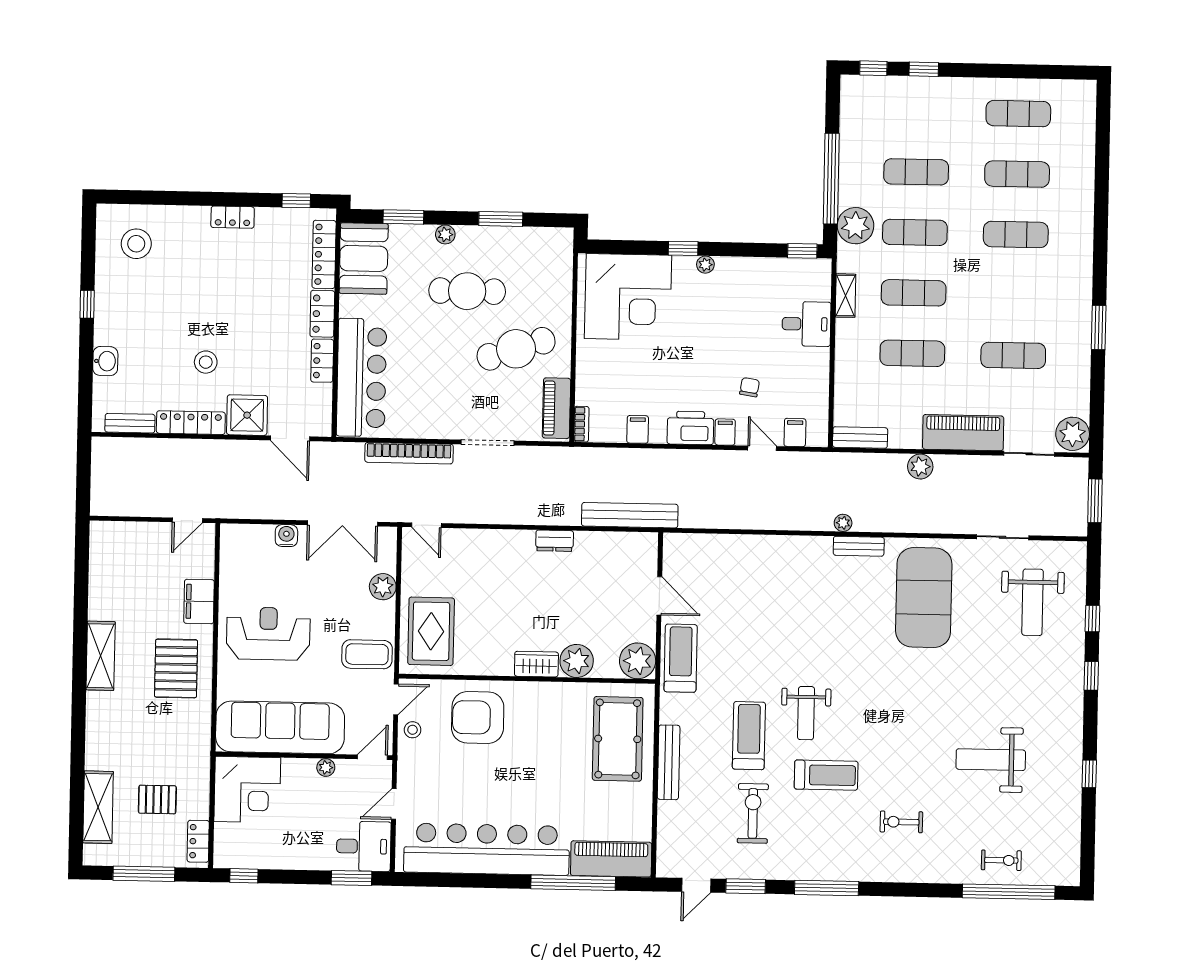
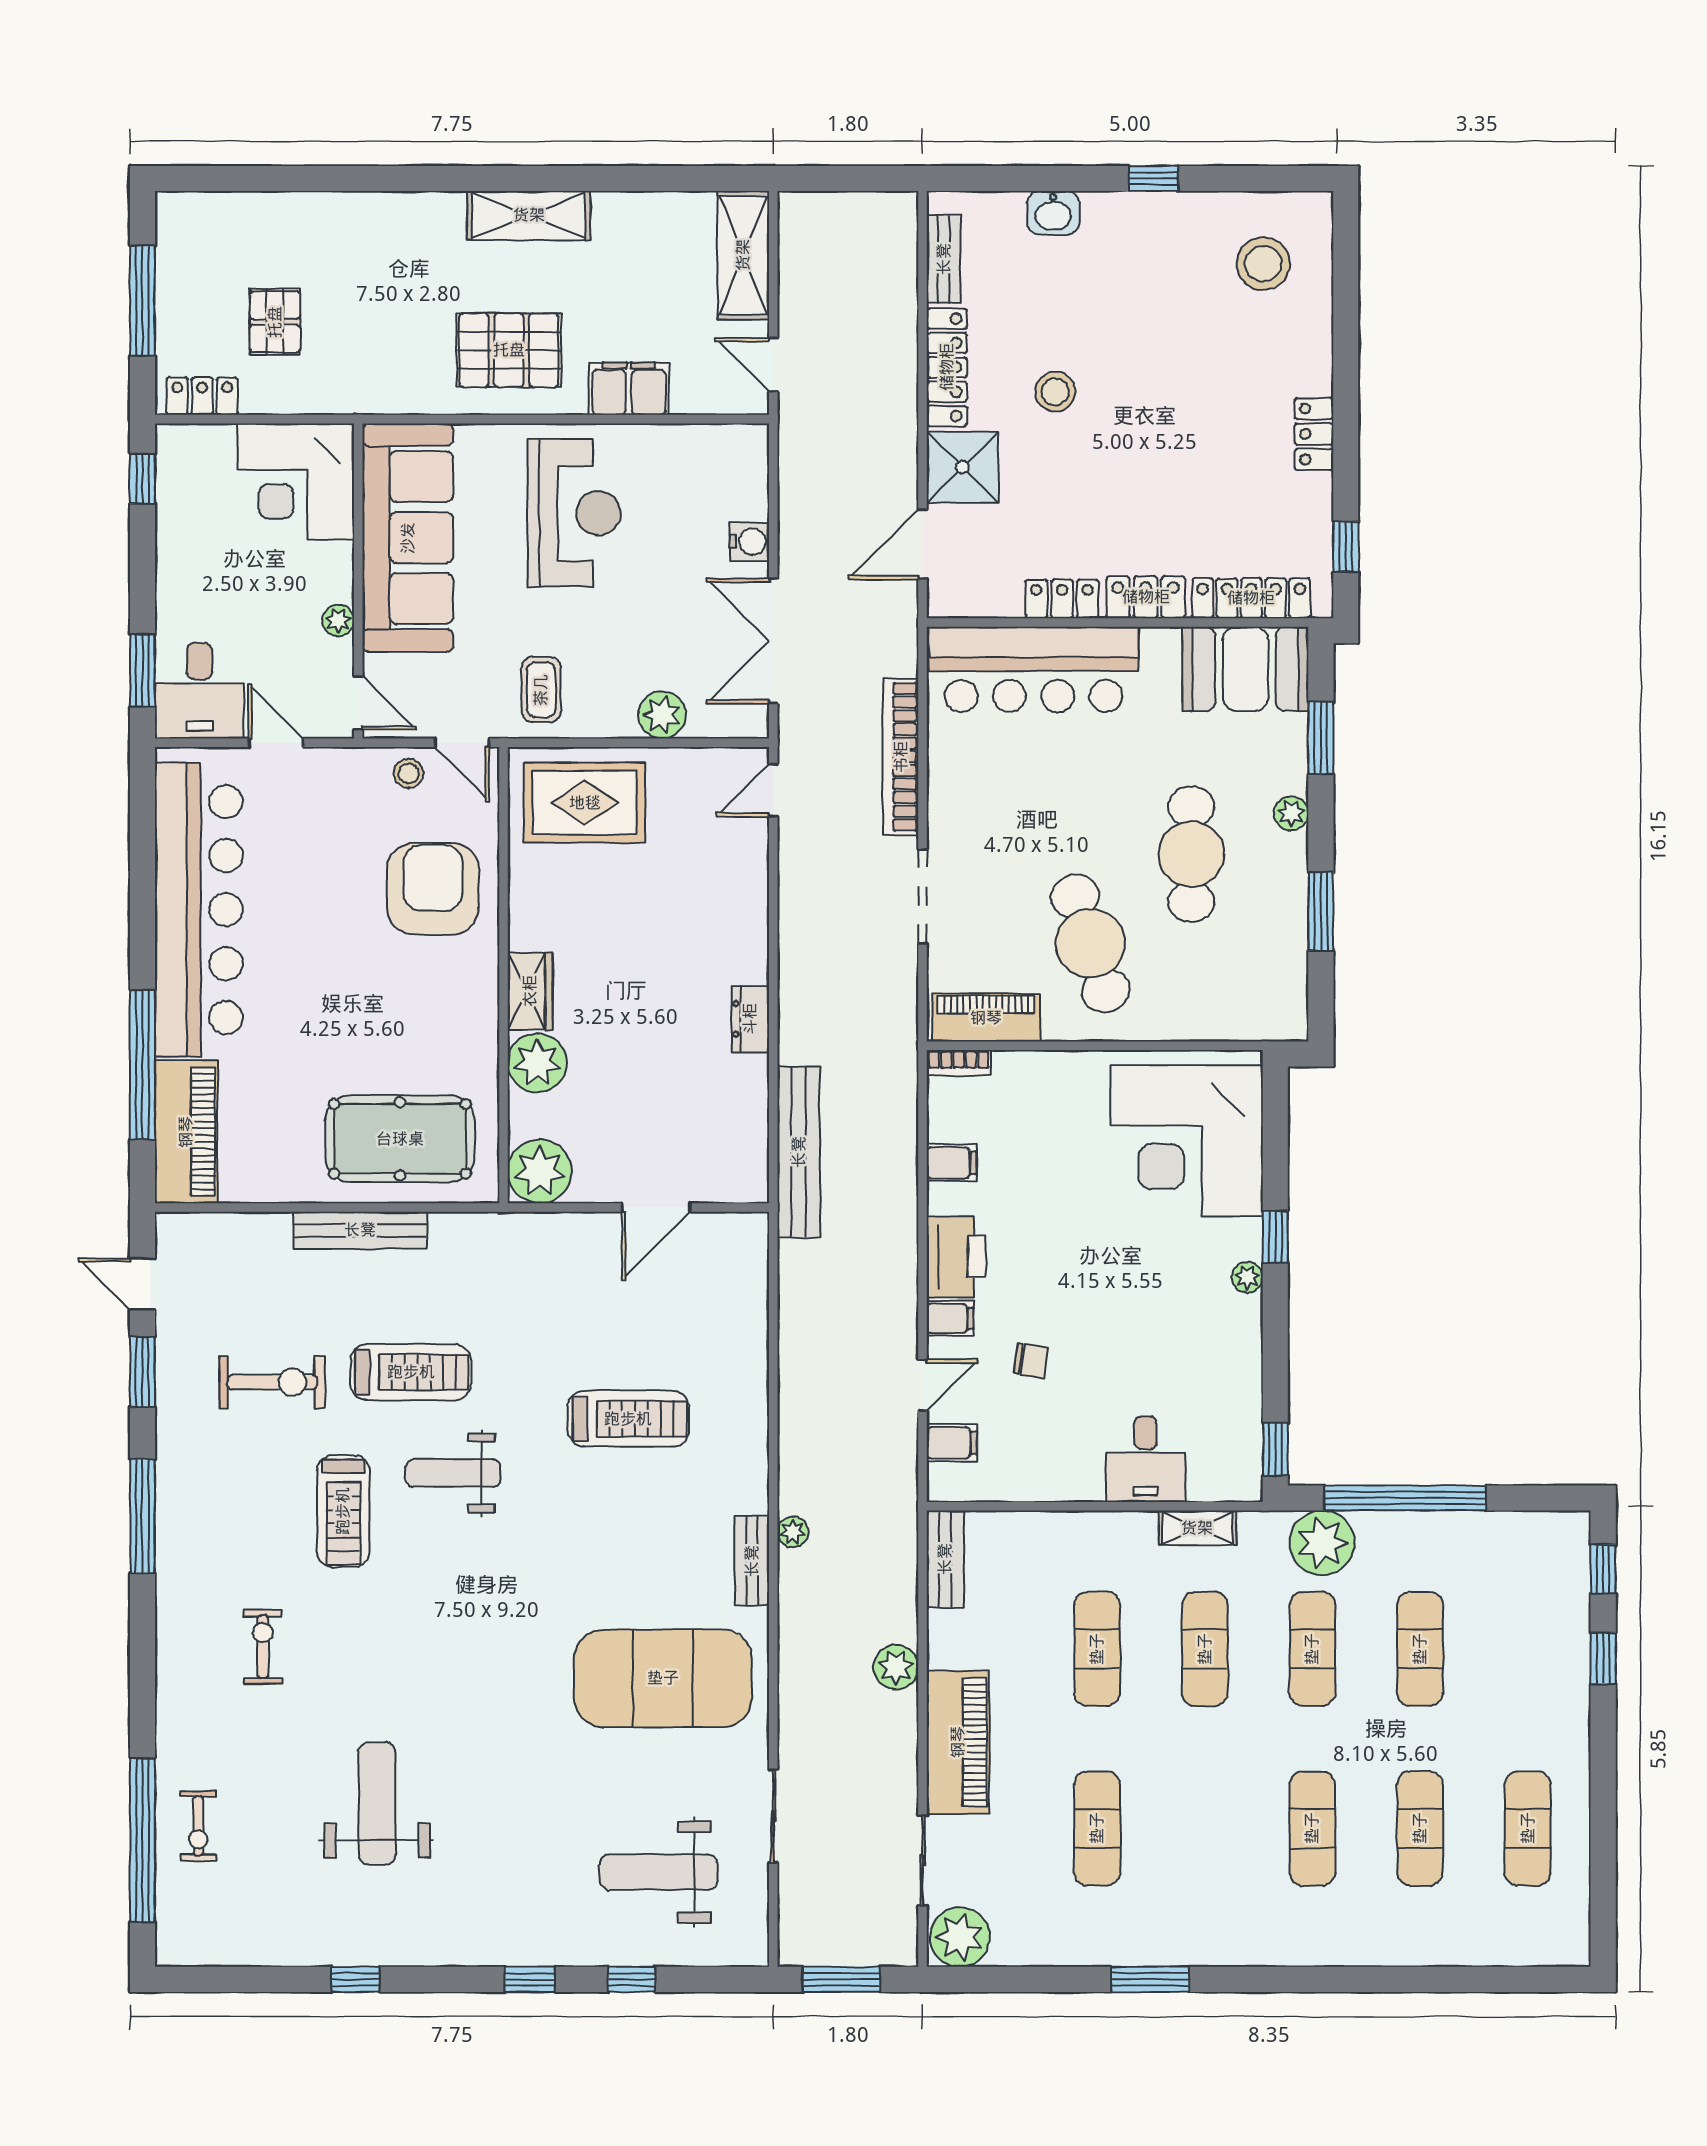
coffee table: (367, 654) -> (541, 690), width x0.73, depth x0.77
treadmill: (681, 658) -> (628, 1419), moved
shelving: (98, 807) -> (743, 255), moved, turned 90

